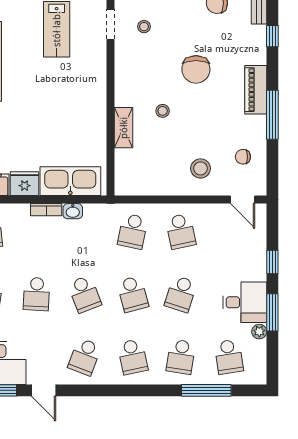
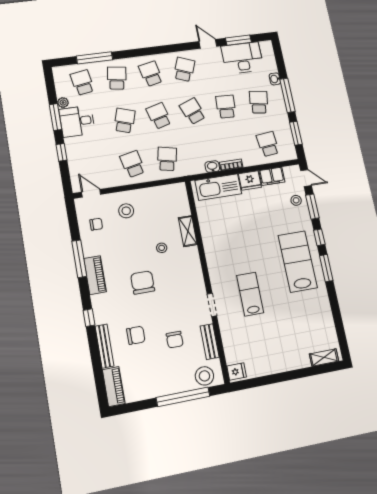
stool: (144, 27) -> (187, 308), removed

